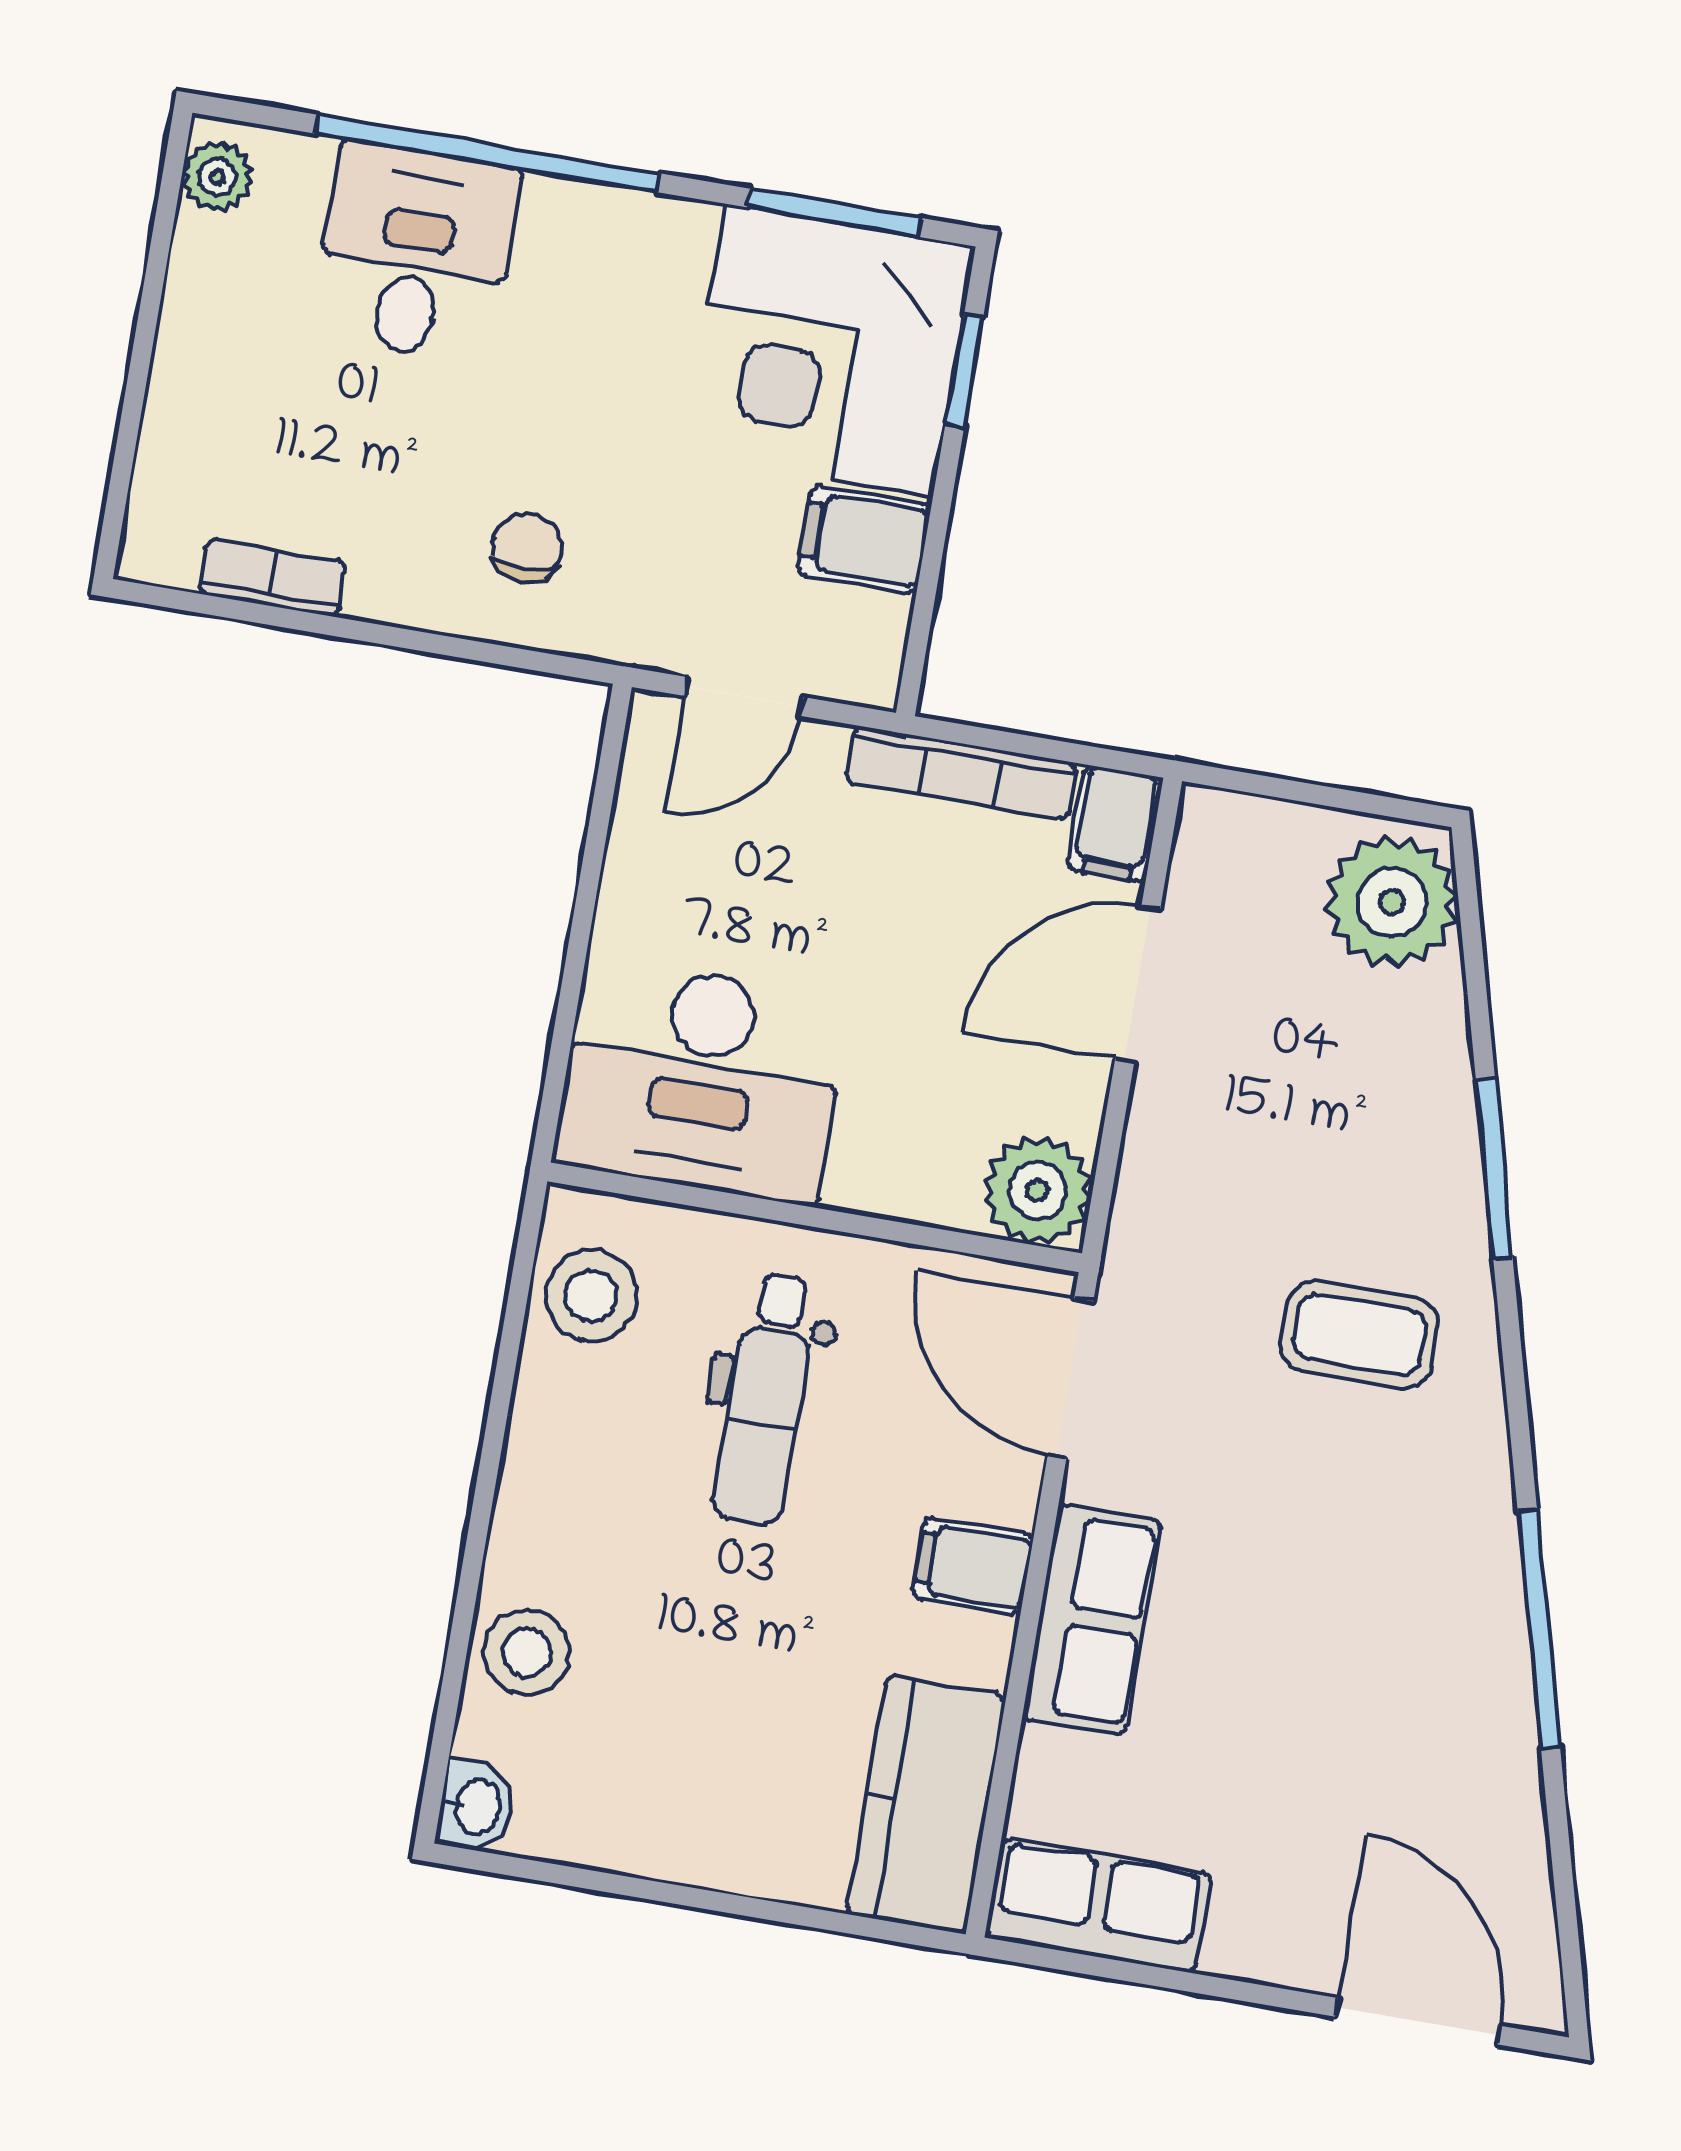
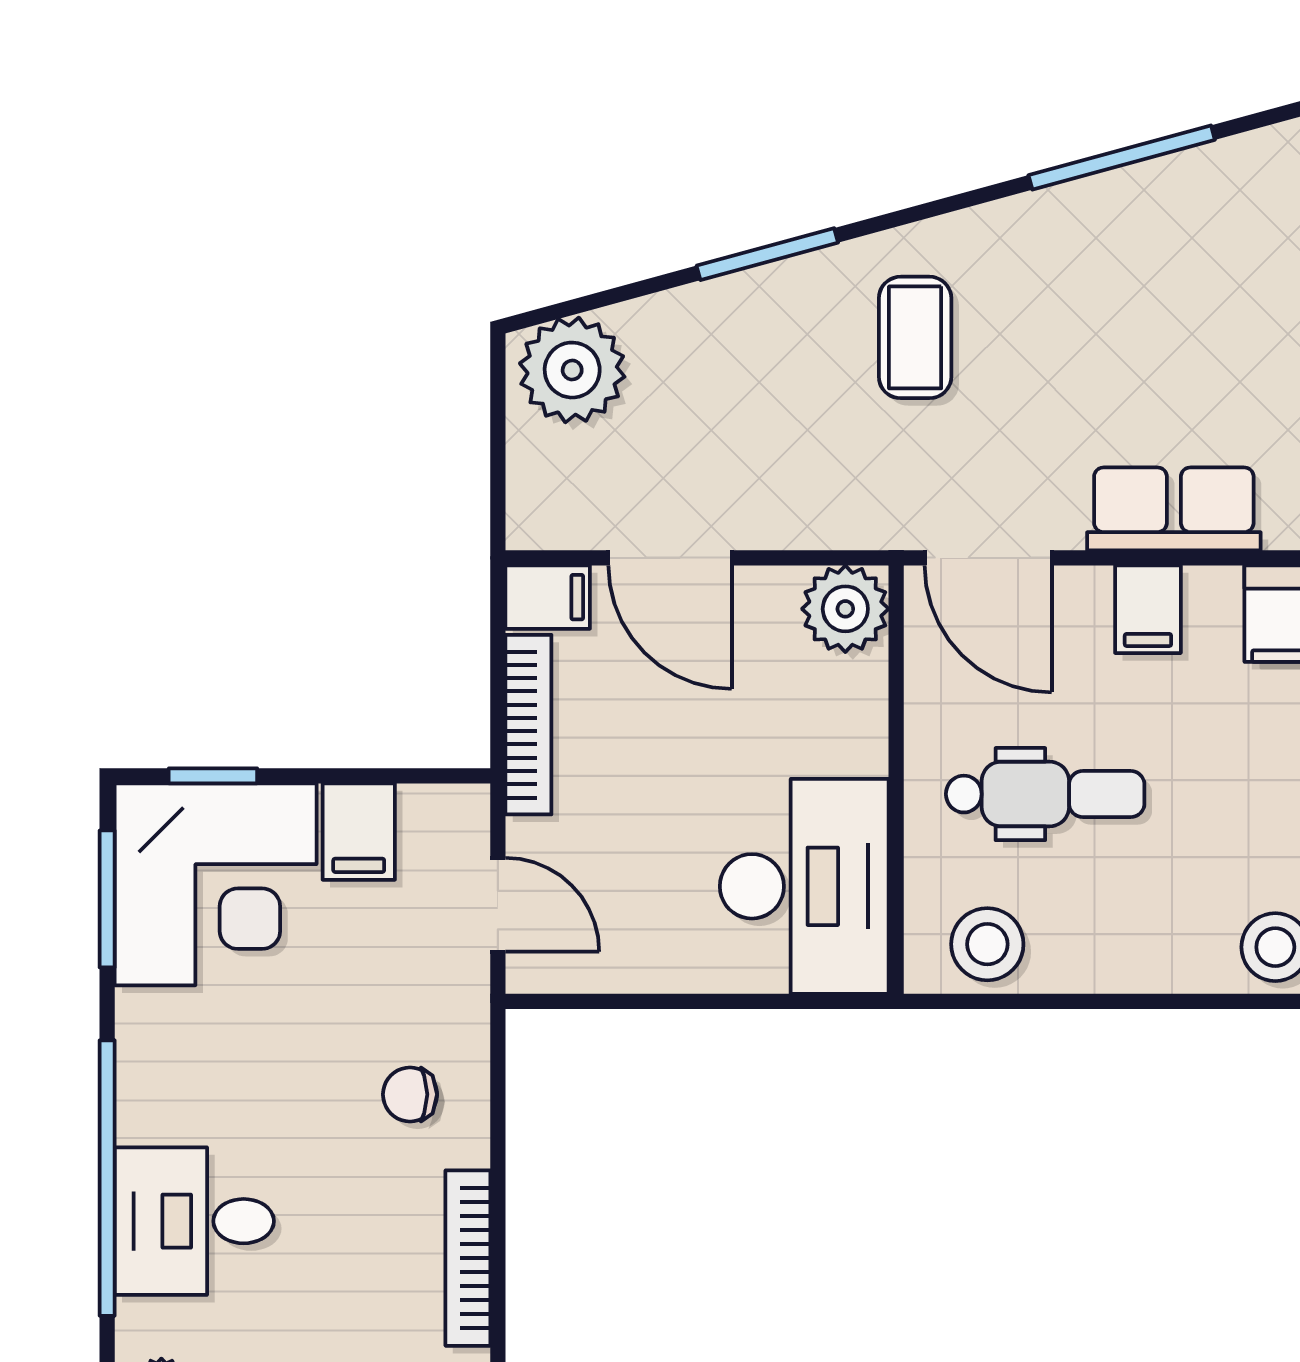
bookcase: (273, 578) -> (468, 1258), width x1.56
door: (1070, 1379) -> (988, 558), hinge flipped

